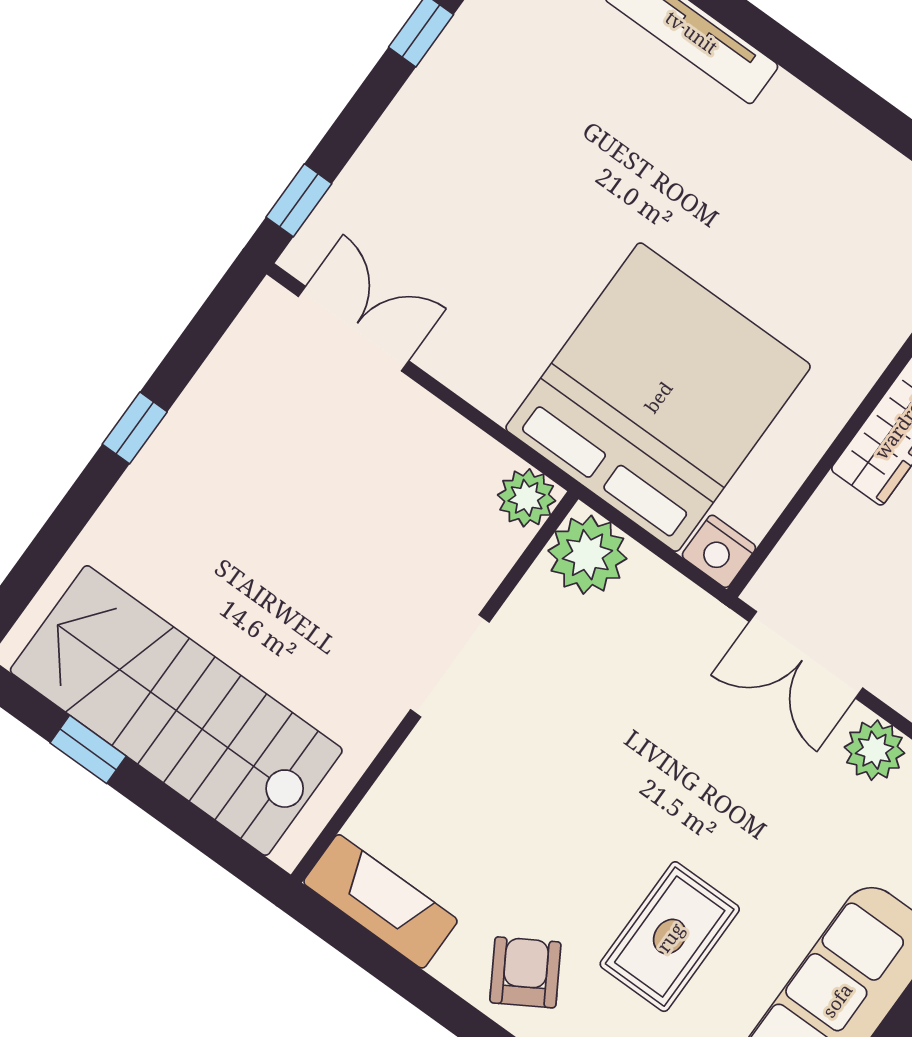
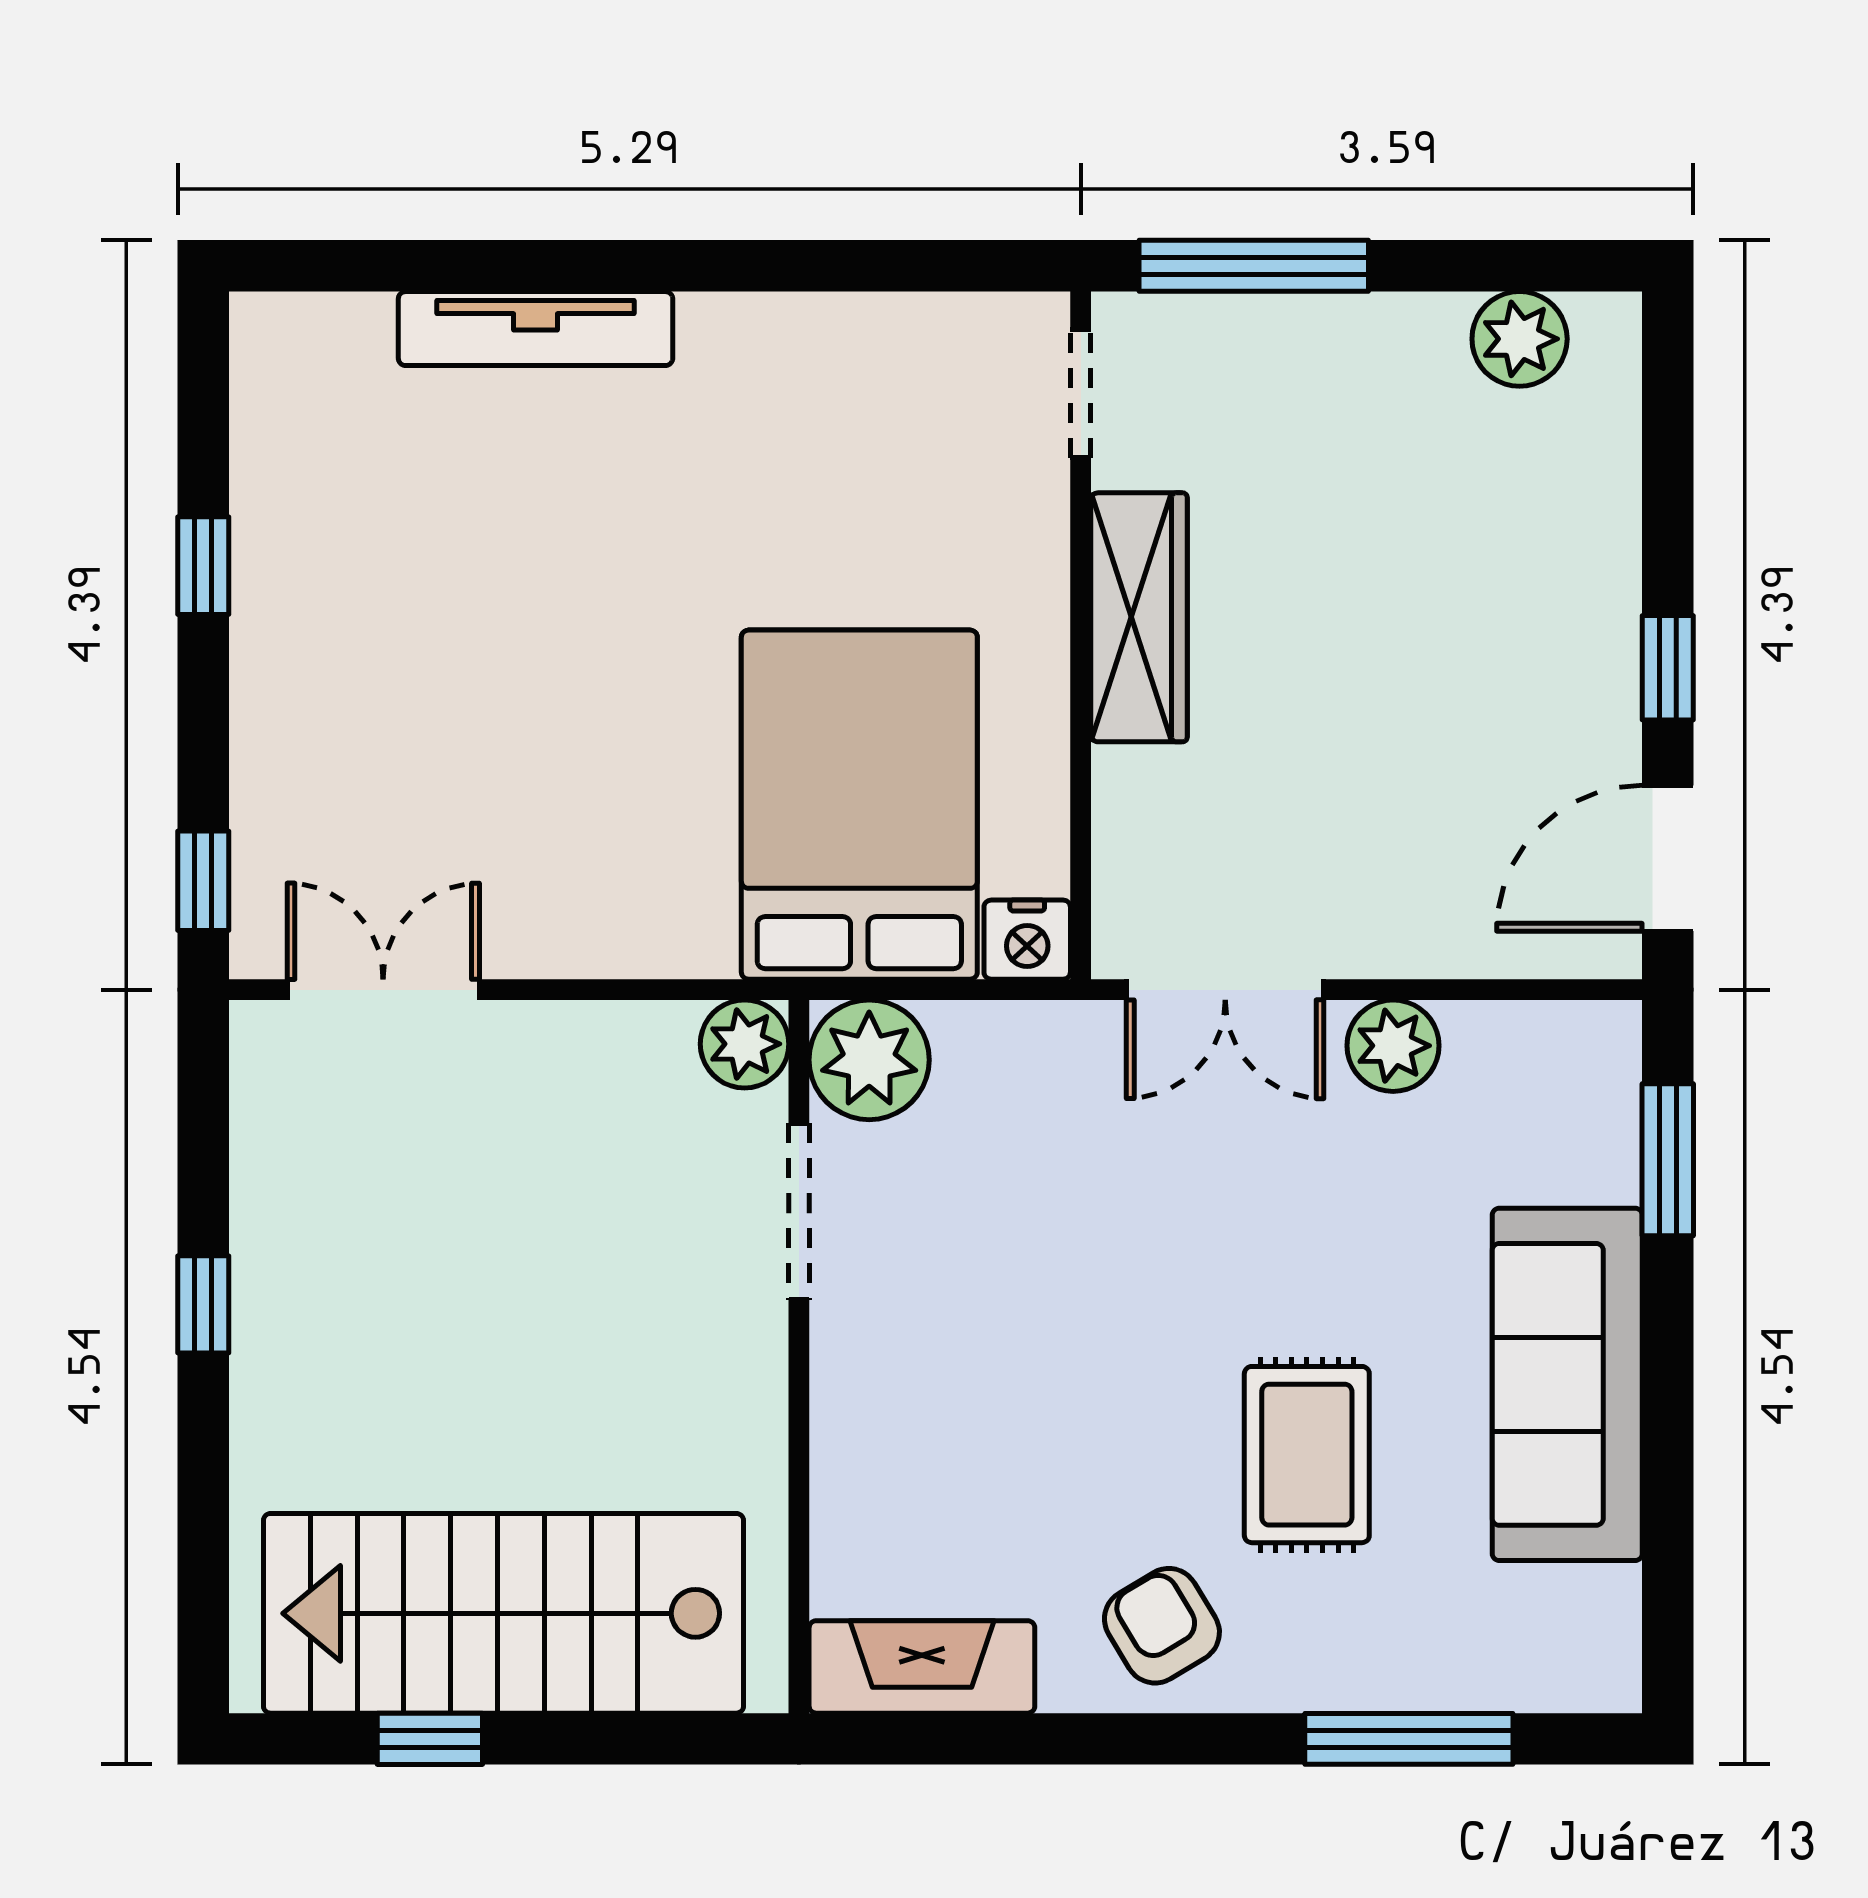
bed: (658, 397) -> (859, 805), width x0.73
doorway: (450, 666) -> (799, 1211), moved

